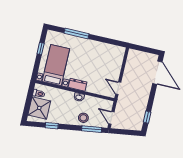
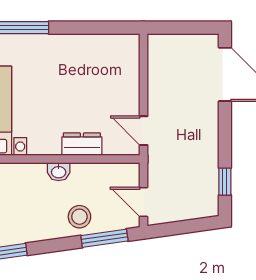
dresser: (78, 85) -> (82, 144), moved

